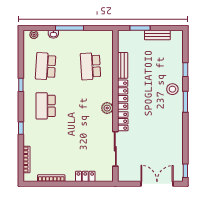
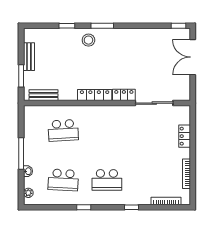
bench: (123, 65) -> (43, 95), moved
plant: (107, 108) -> (109, 112), removed

